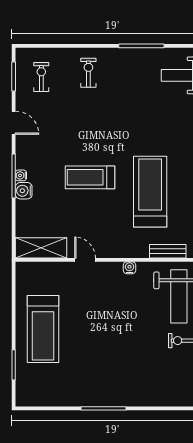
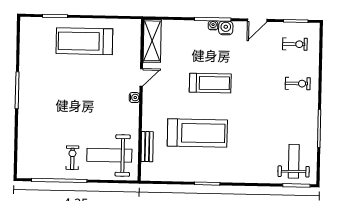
treadmill: (90, 177) -> (210, 83), turned 90
water cooler: (24, 191) -> (226, 28), moved
water cooler: (130, 268) -> (134, 98), moved

